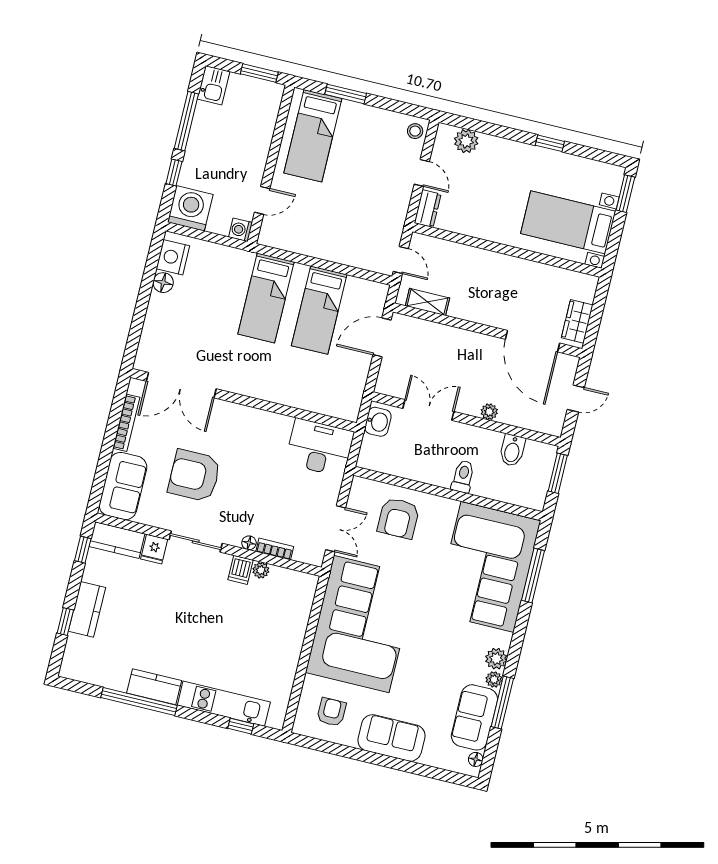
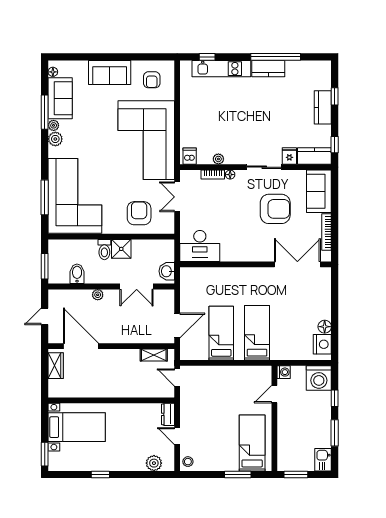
window: (186, 121) -> (335, 433), width x0.69
shower: (438, 471) -> (121, 249), added
dishwasher: (240, 570) -> (190, 156), moved

